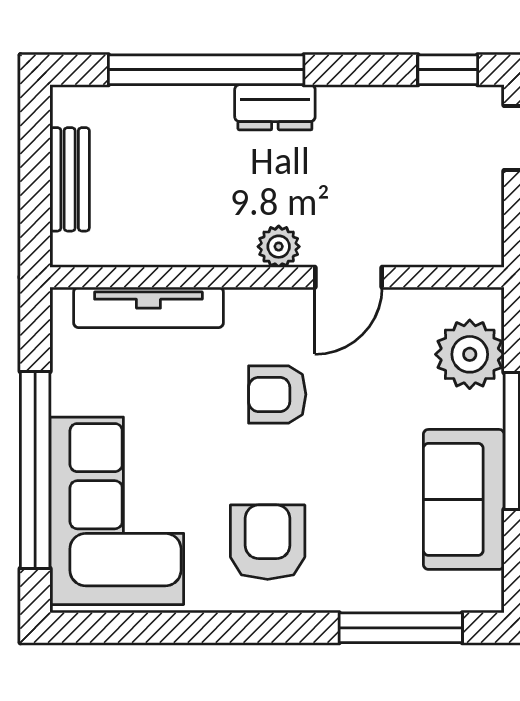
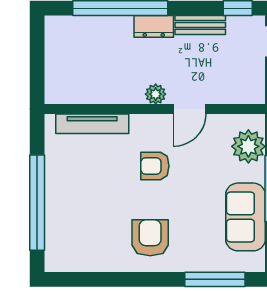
bench: (70, 179) -> (200, 25), moved, turned 90
corner sofa: (117, 511) -> (77, 223), removed

